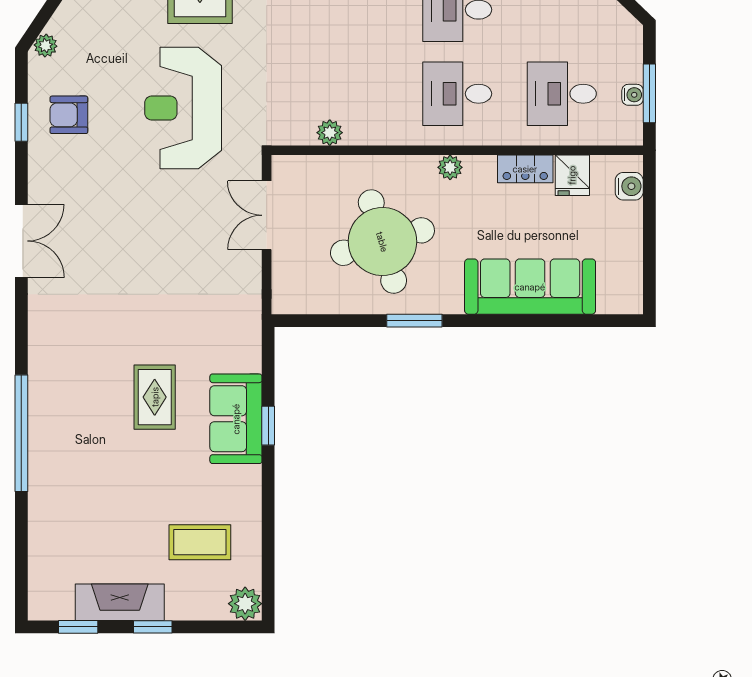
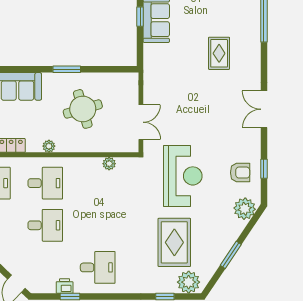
plant: (46, 46) -> (245, 209), width x1.88, depth x1.88
round table: (382, 242) -> (83, 109), width x0.73, depth x0.73
rug: (155, 397) -> (219, 53), moved

